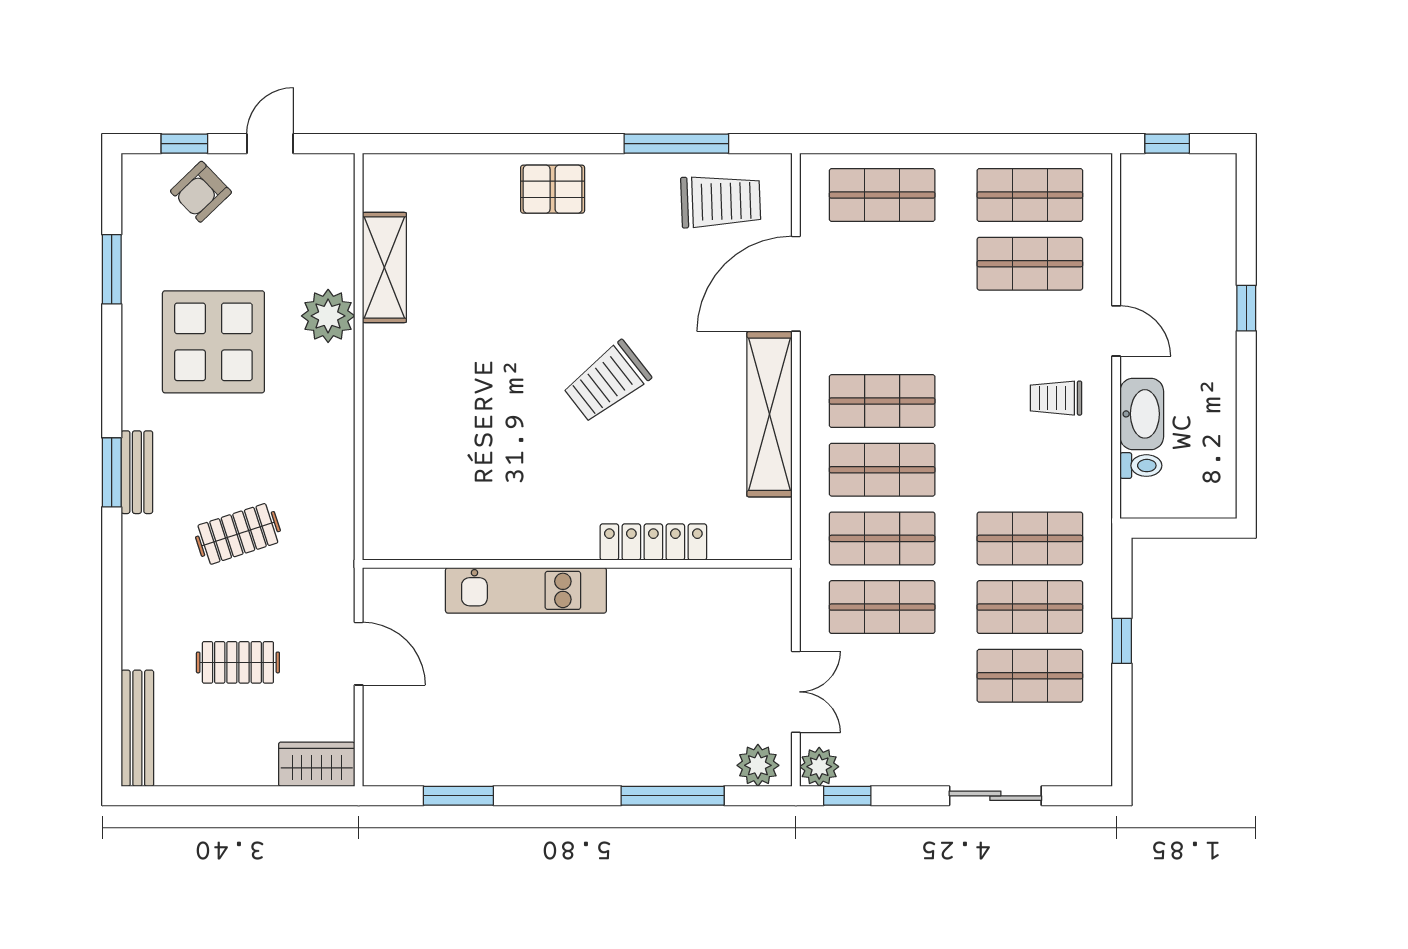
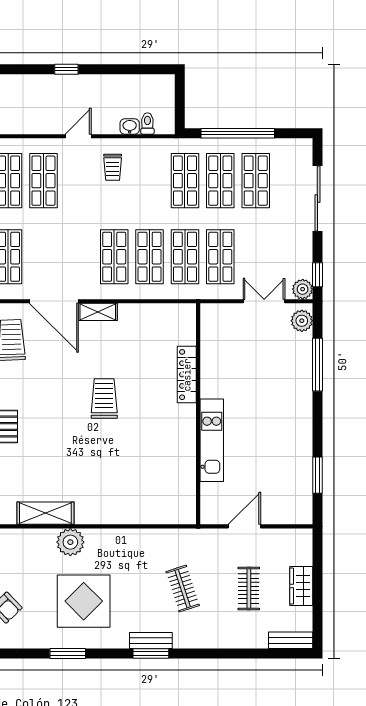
window: (112, 269) -> (68, 654), moved
trolley: (607, 382) -> (104, 399), turned -142
shelving: (770, 414) -> (98, 312), width x0.45, depth x0.75
washbasin: (1142, 414) -> (130, 126), width x0.52, depth x0.69
window: (1122, 641) -> (238, 133), width x3.17
bench: (137, 728) -> (291, 640), width x0.73
wardrobe: (317, 764) -> (301, 586), moved
sliding door: (995, 796) -> (317, 198), width x1.37

